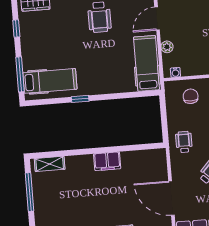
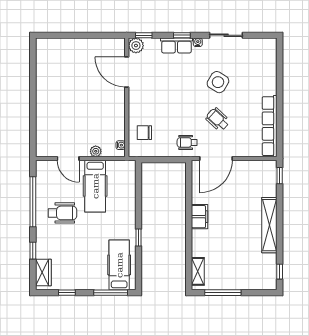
hospital bed: (147, 63) -> (95, 186), moved, turned -90
door: (171, 198) -> (216, 159), moved

